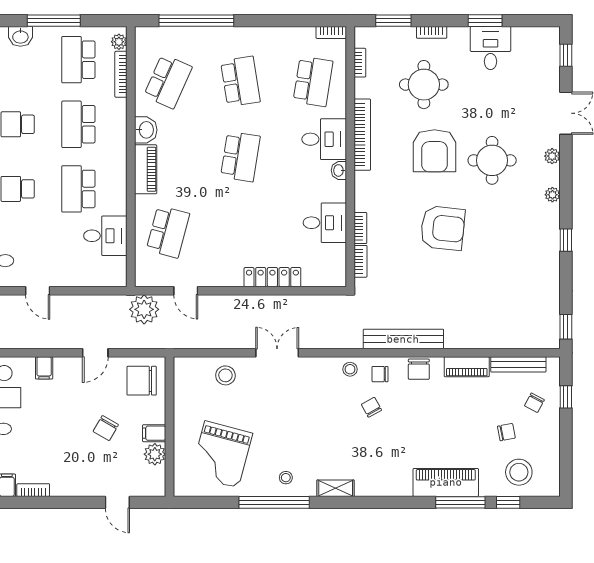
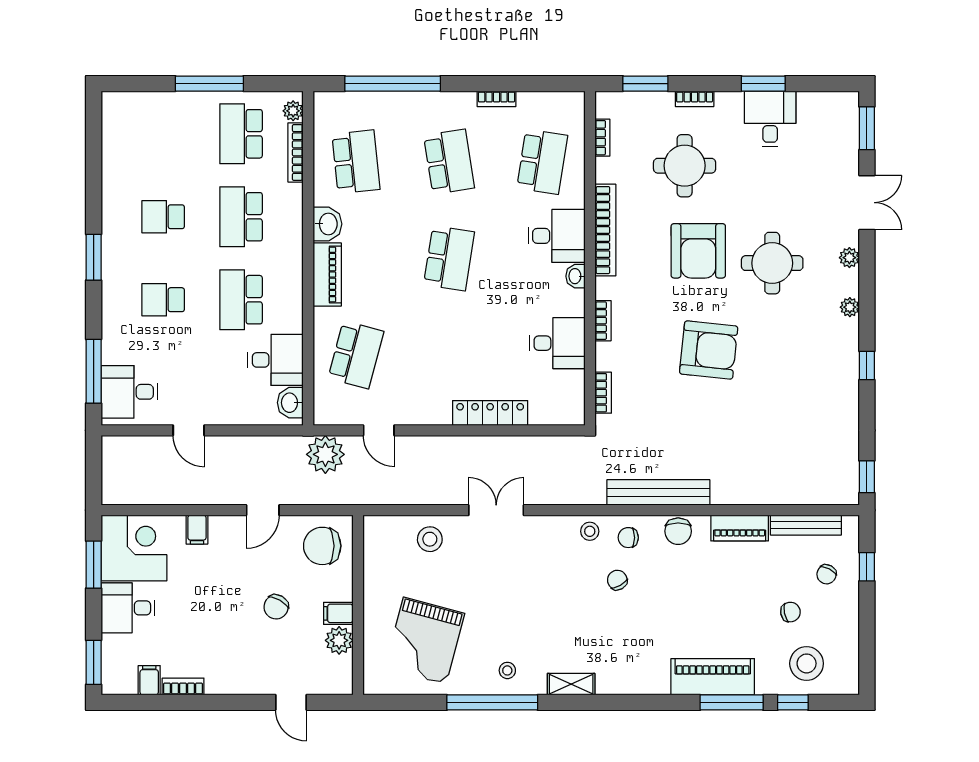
bookcase: (331, 32) -> (497, 99), moved
washbasin: (20, 36) -> (290, 403), moved, turned 90
window: (566, 55) -> (867, 128), width x1.50
school desk: (168, 81) -> (356, 162), turned -30
bookcase: (360, 228) -> (603, 321), moved

